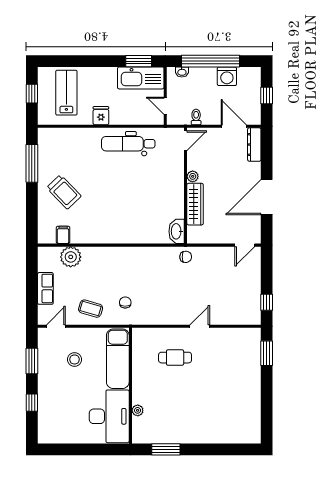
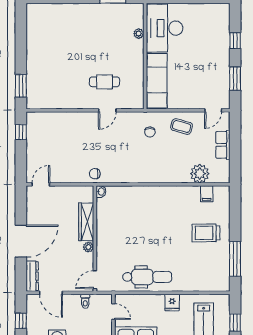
trolley: (64, 192) -> (206, 233), turned -46
door: (267, 197) -> (21, 241), moved
washbasin: (177, 231) -> (101, 192), width x0.52, depth x0.69
door: (200, 326) -> (107, 110), moved
stool: (75, 359) -> (196, 80), removed

